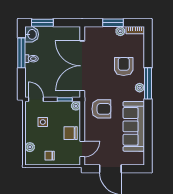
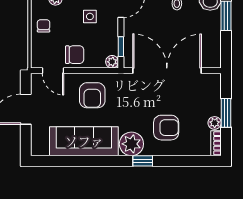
window: (148, 83) -> (143, 161), width x0.46
plant: (140, 88) -> (131, 144), width x1.87, depth x1.87
armchair: (101, 109) -> (92, 95), moved
chair: (71, 133) -> (75, 55), turned 90

